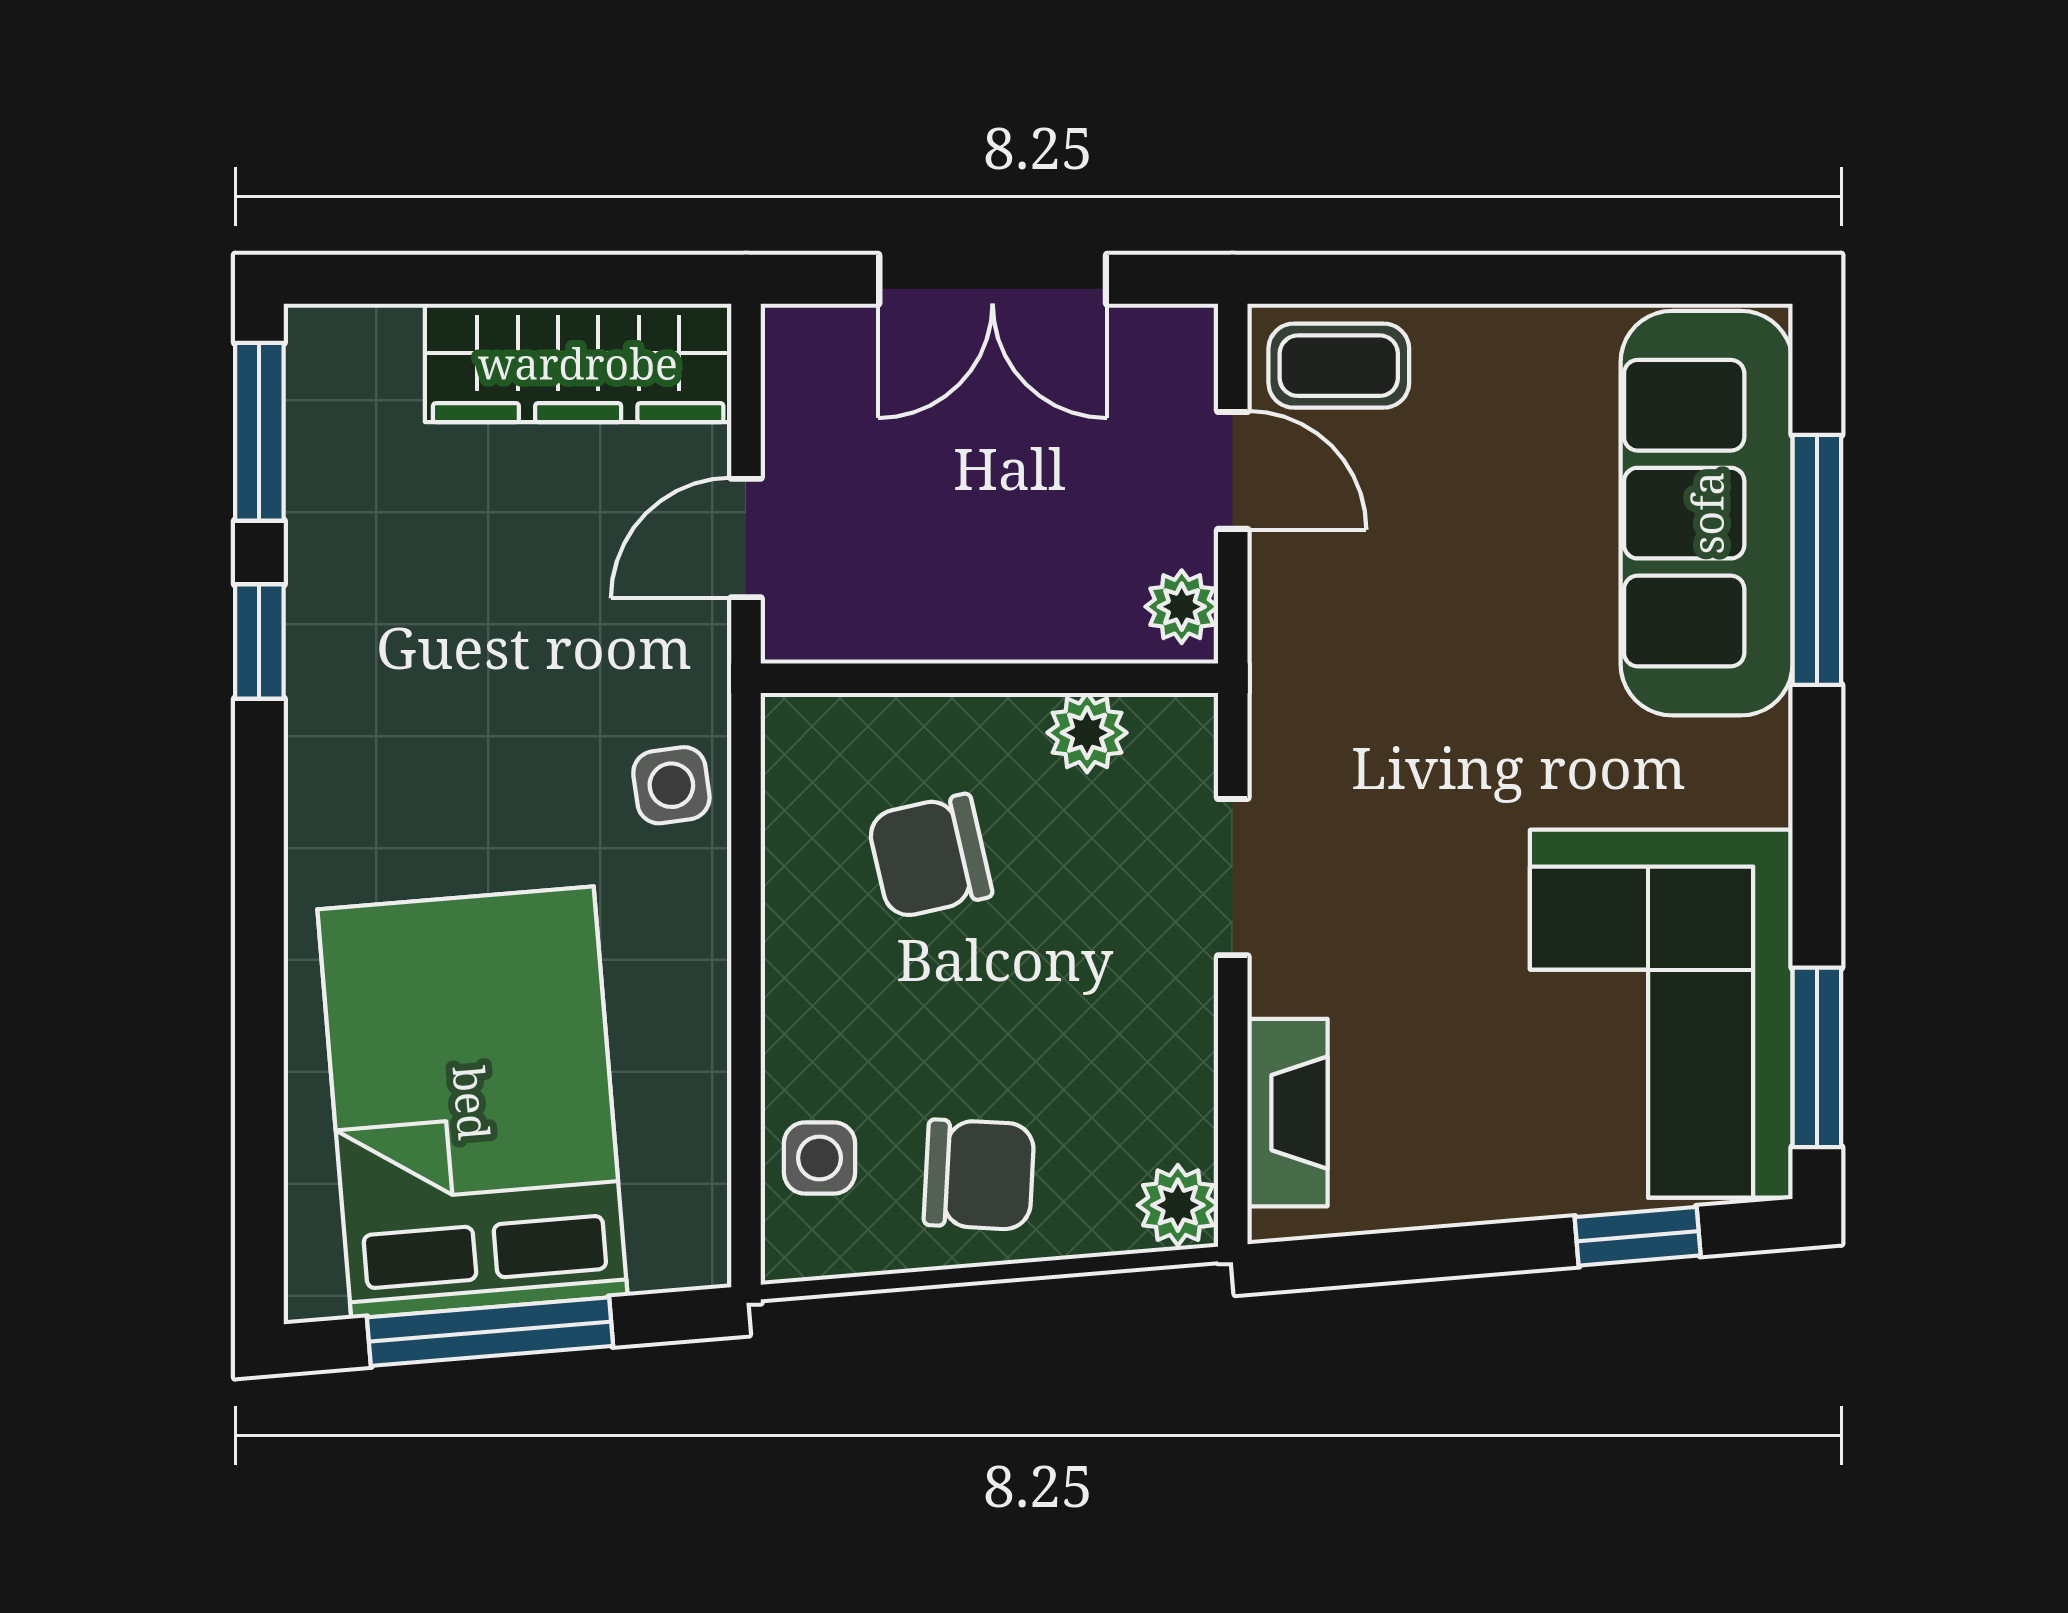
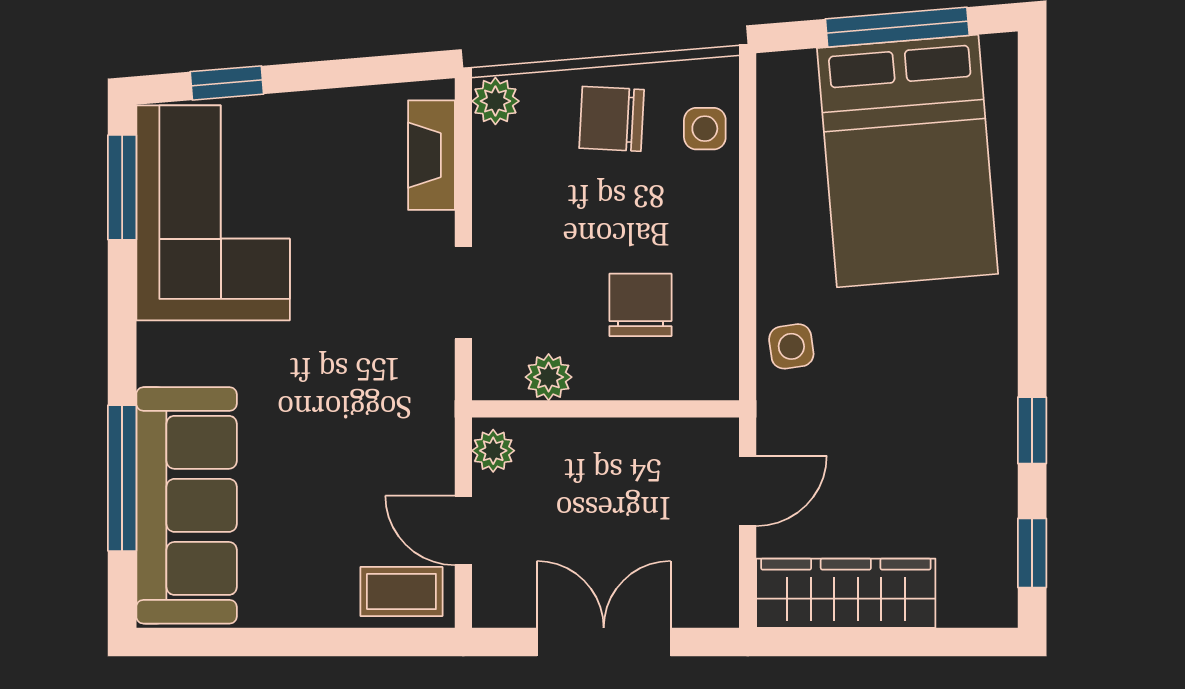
window: (259, 432) -> (1032, 553), width x0.67
chair: (930, 856) -> (640, 305), turned -77

